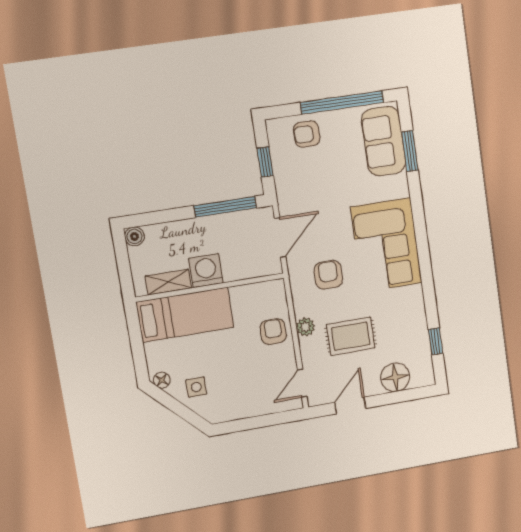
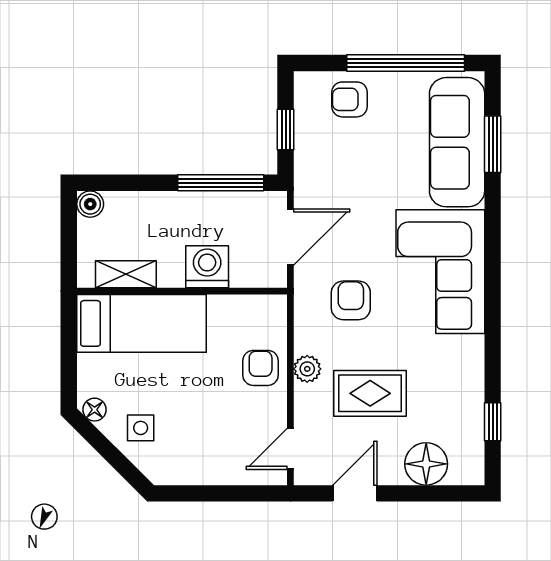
sofa: (384, 141) -> (457, 142), width x1.36
washing machine: (206, 271) -> (207, 267), moved

